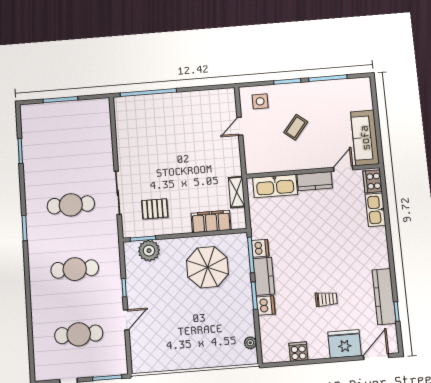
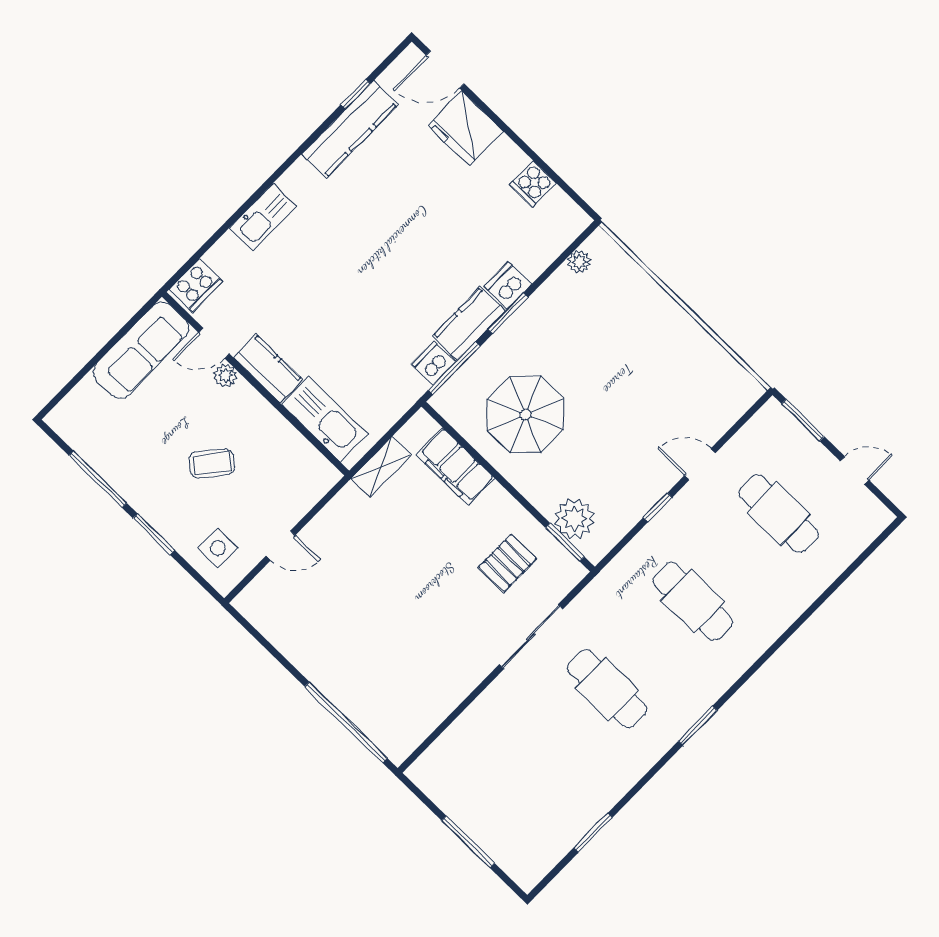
plant: (326, 162) -> (225, 375), added
pallet: (155, 209) -> (508, 563), turned 90
kitchen sink: (376, 210) -> (263, 217), moved
trolley: (326, 299) -> (424, 208), removed

